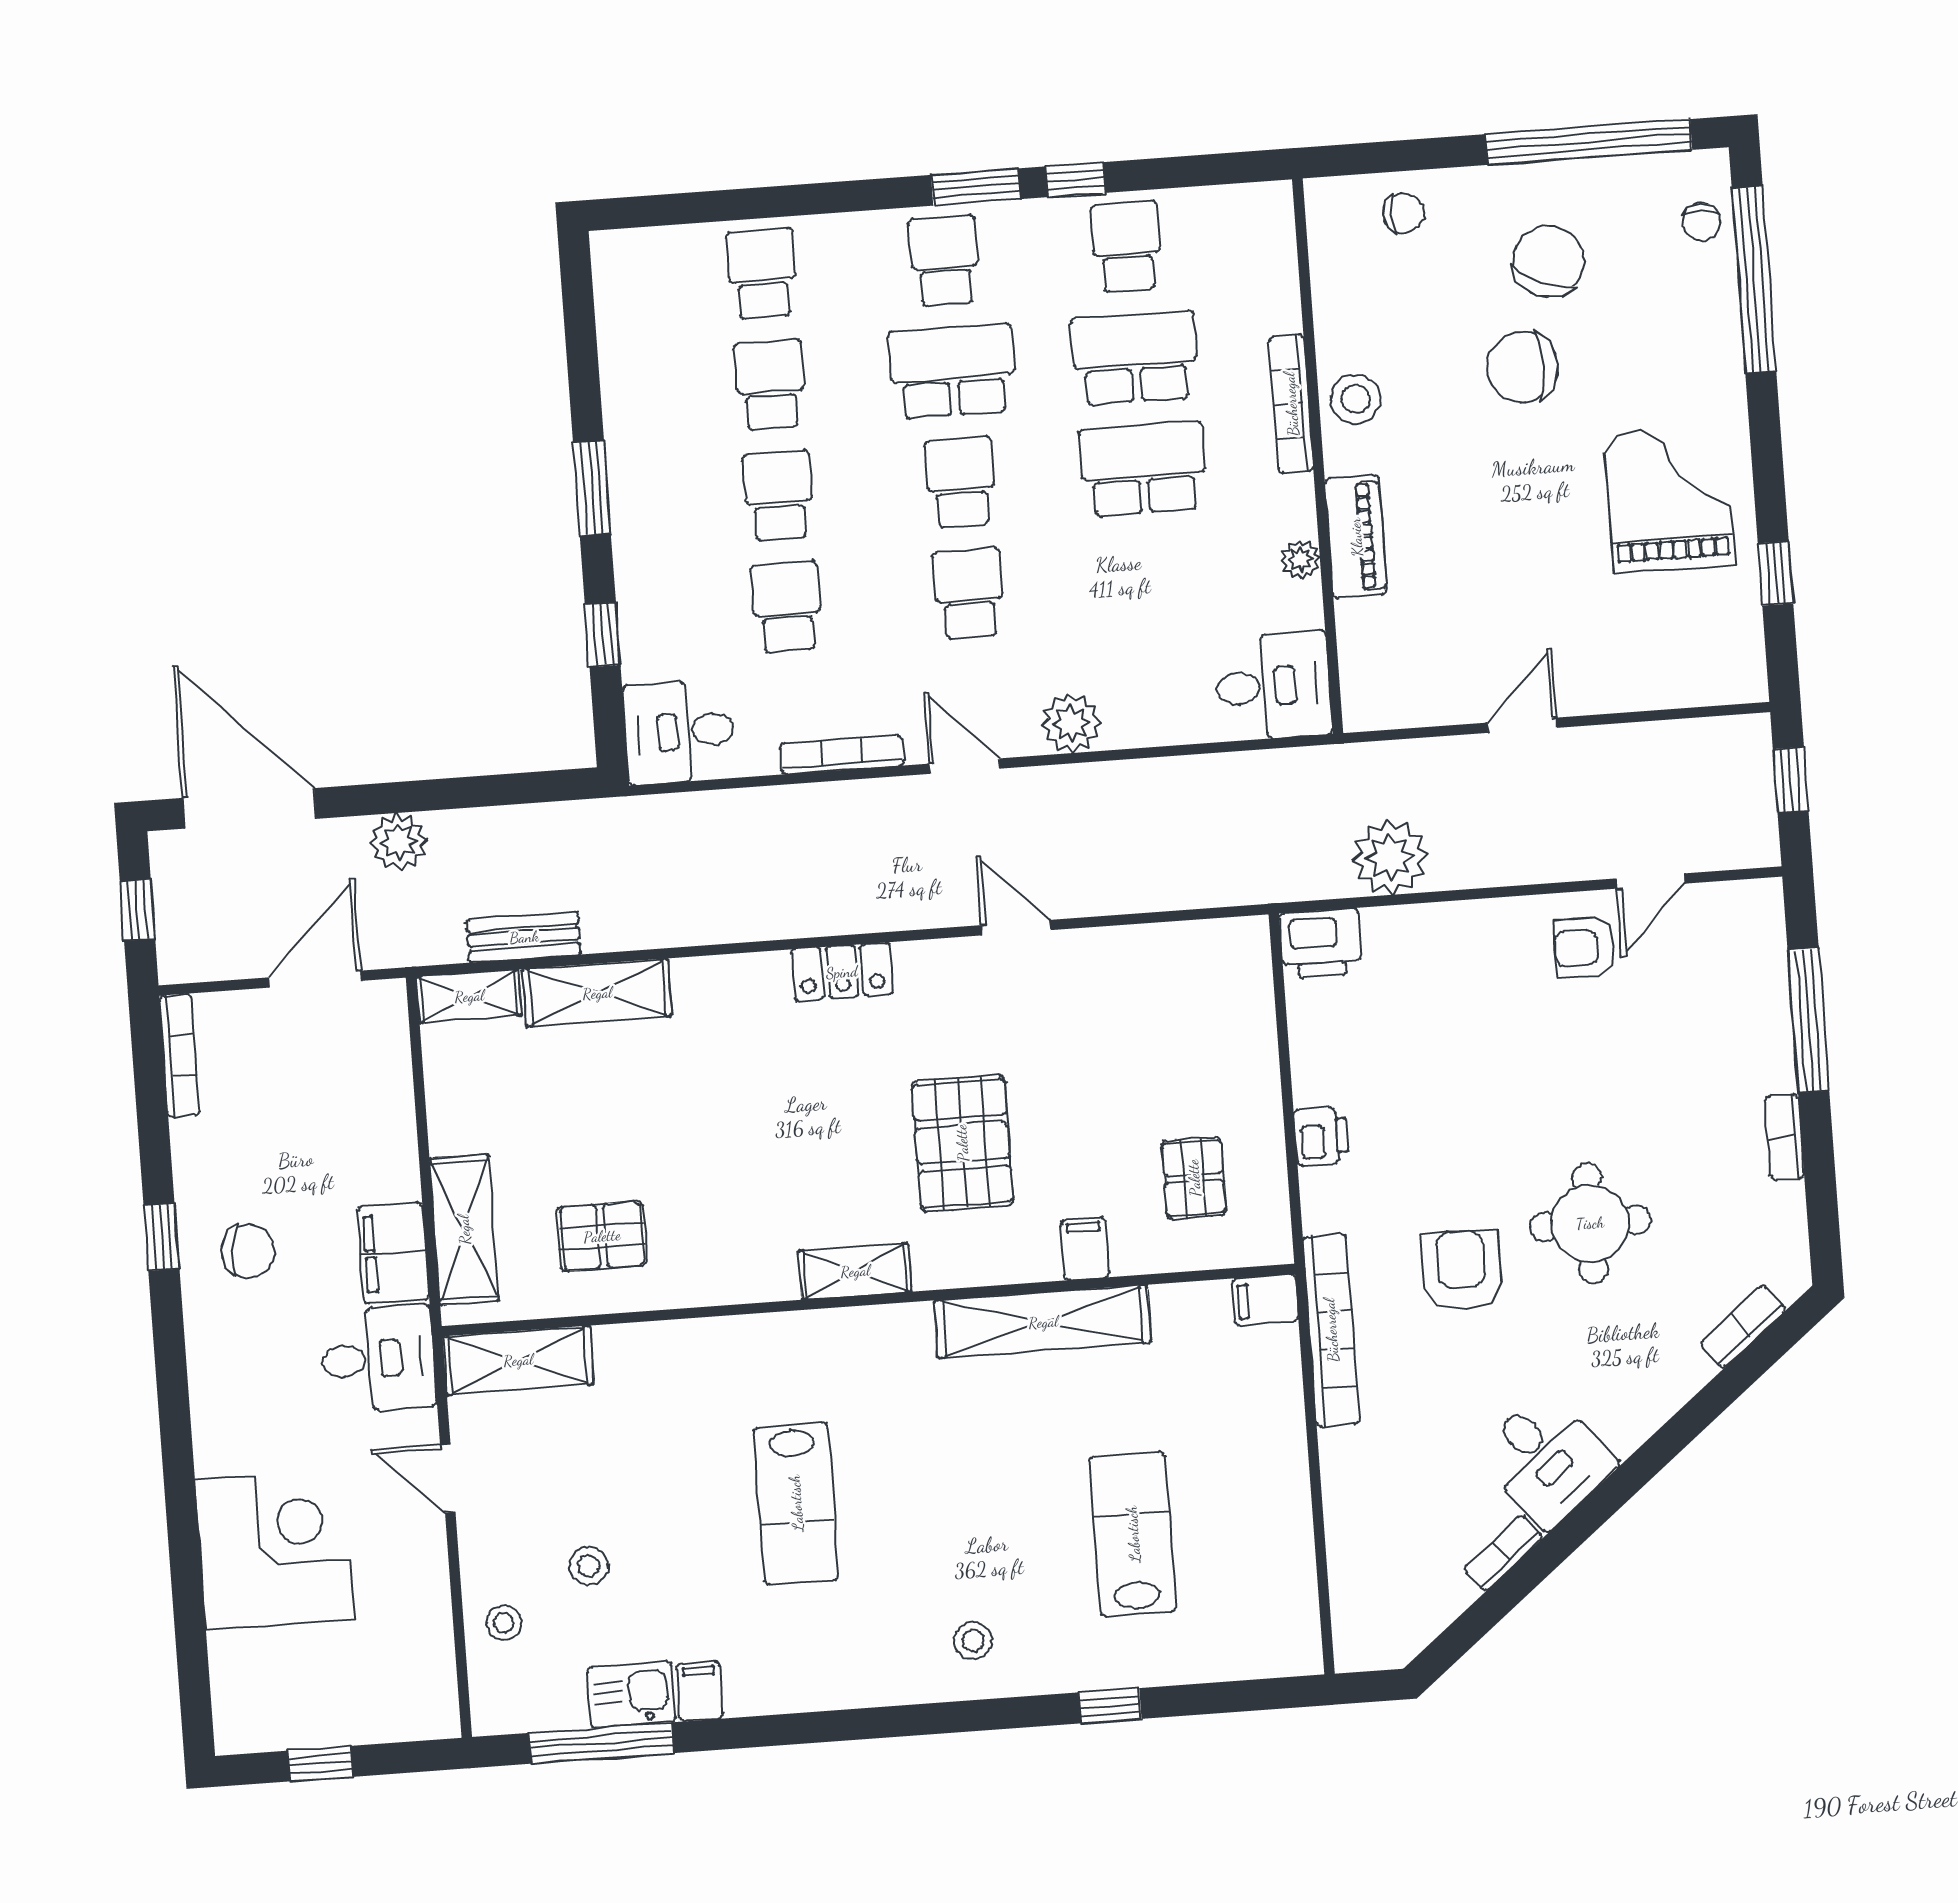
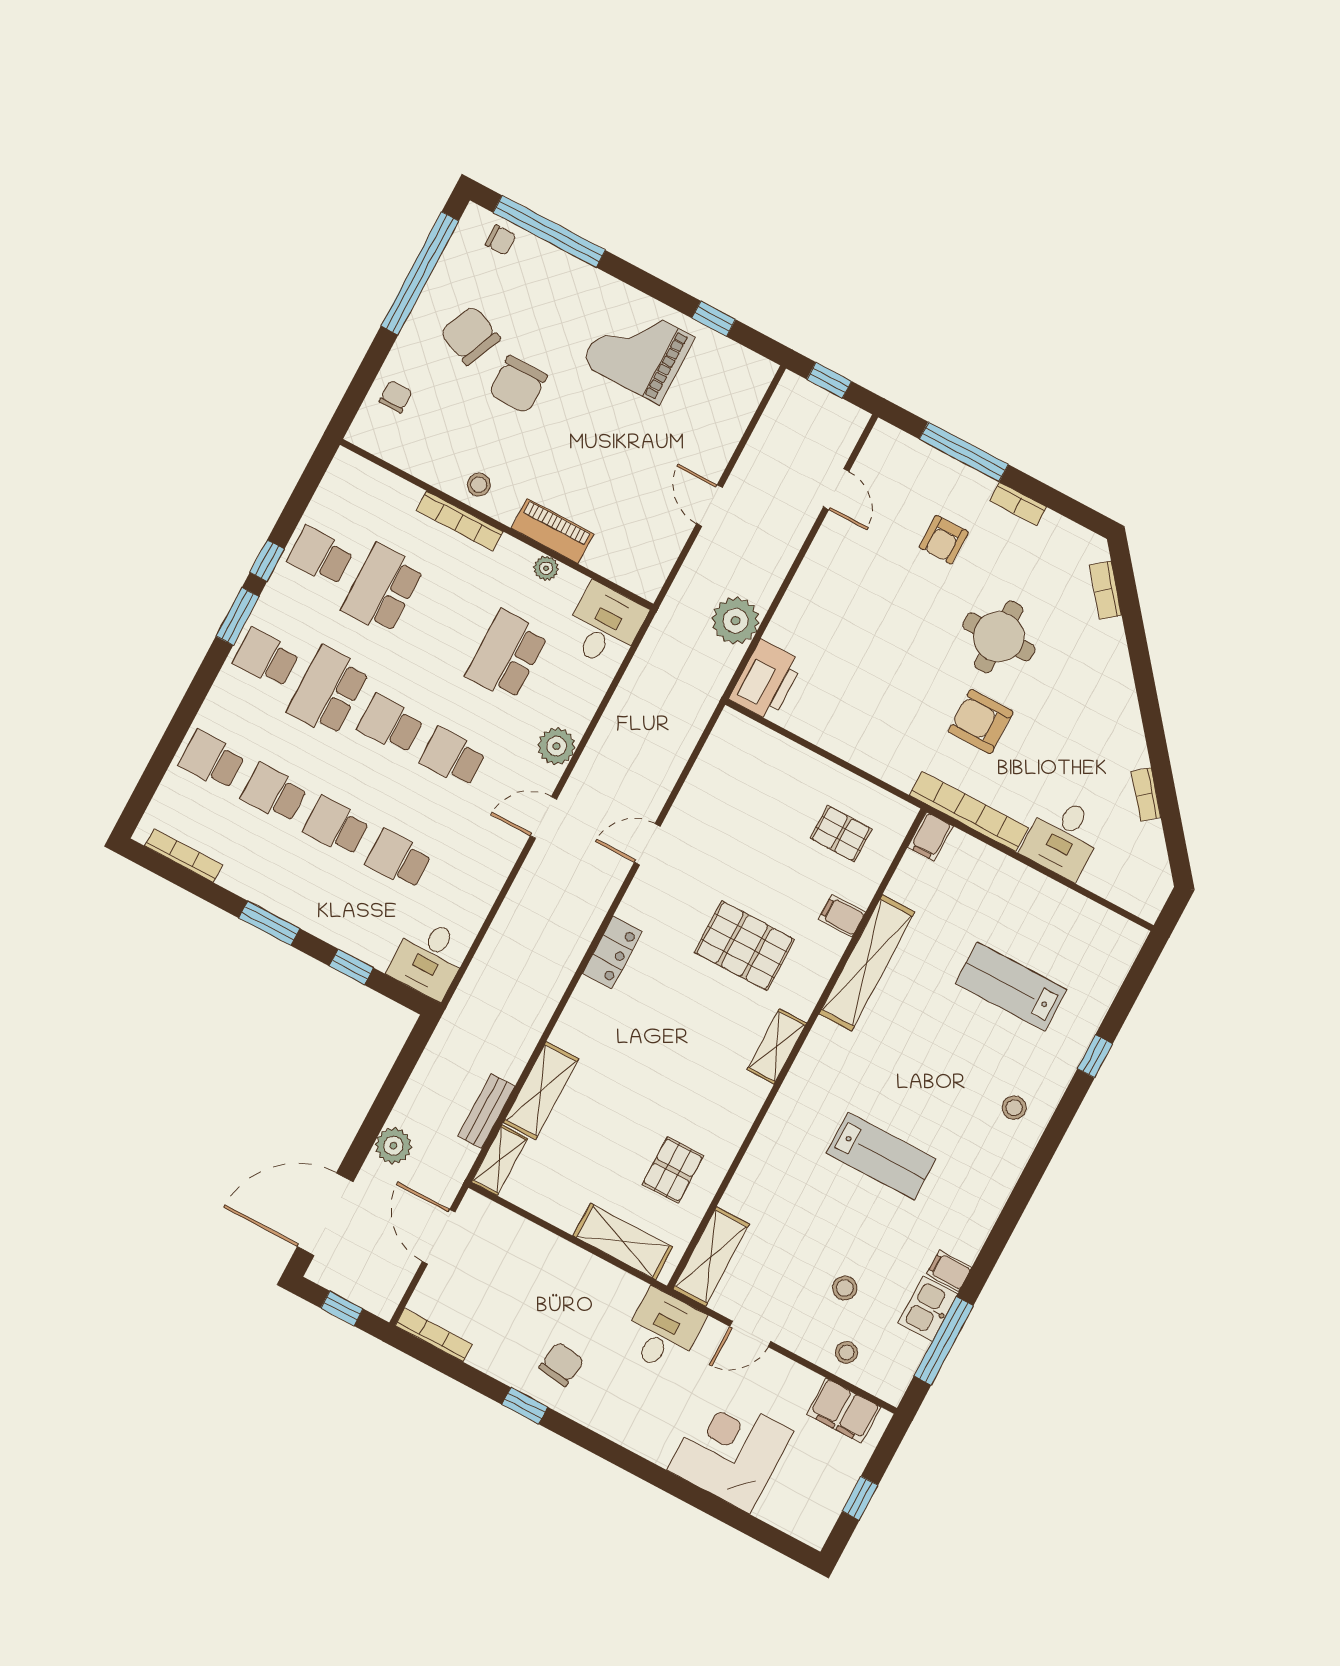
stool: (1356, 399) -> (479, 485), width x0.73, depth x0.73
school desk: (1143, 469) -> (507, 655), moved
bookcase: (842, 754) -> (184, 855), moved, turned 90
printer: (1321, 943) -> (766, 680), width x1.37, depth x1.19
armchair: (1585, 948) -> (944, 540), moved
printer: (1321, 1137) -> (862, 752), removed
filing cabinet: (393, 1253) -> (844, 1411), moved
desk: (1546, 1459) -> (1063, 837), moved, turned 129

